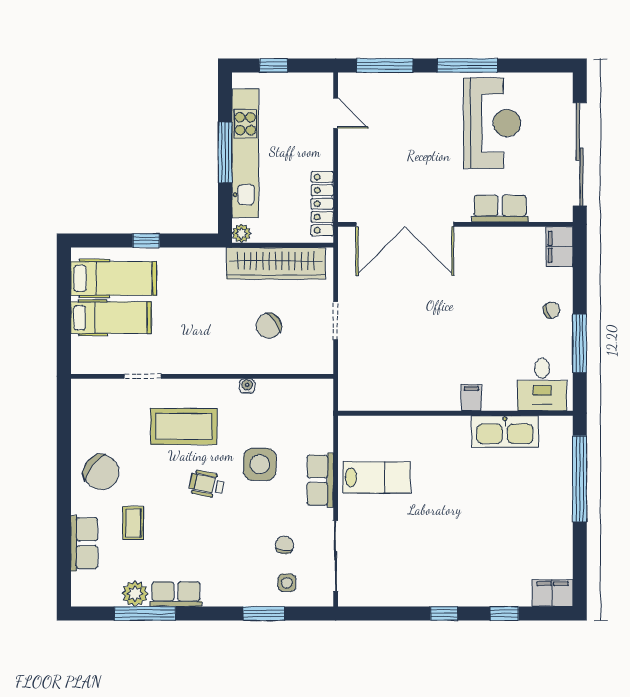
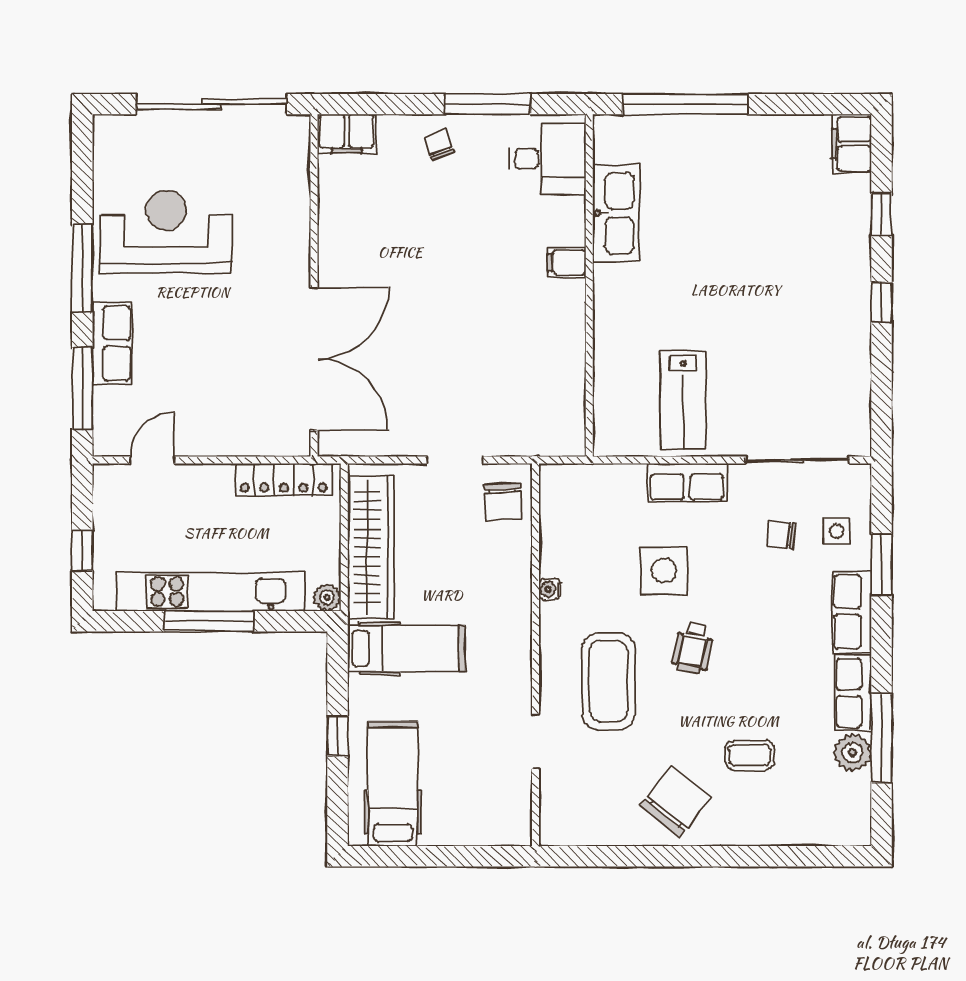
row of seats: (500, 209) -> (112, 343), moved, turned 180
hospital bed: (111, 318) -> (406, 648), moved, turned 90
chair: (269, 326) -> (503, 502), moved, turned 33
lab bench: (377, 477) -> (683, 400), turned 180
row of seats: (84, 543) -> (852, 612), moved, turned -90

